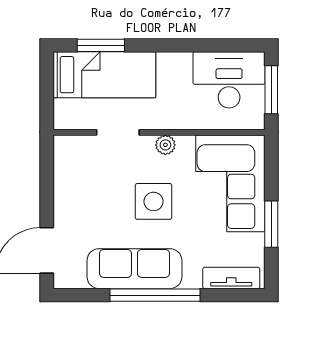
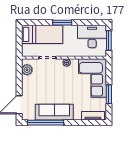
window: (101, 45) -> (62, 23), moved
plant: (67, 163) -> (27, 70), added
side table: (154, 201) -> (62, 85), removed
window: (155, 295) -> (46, 123), moved

